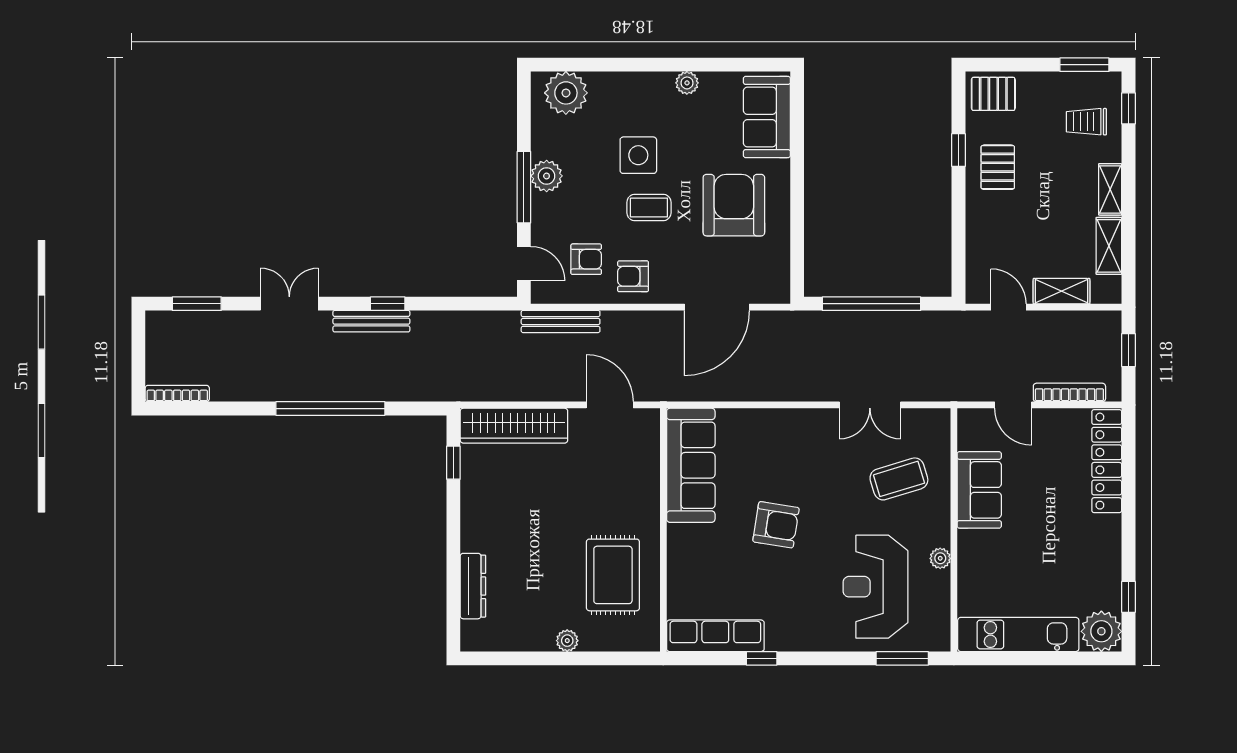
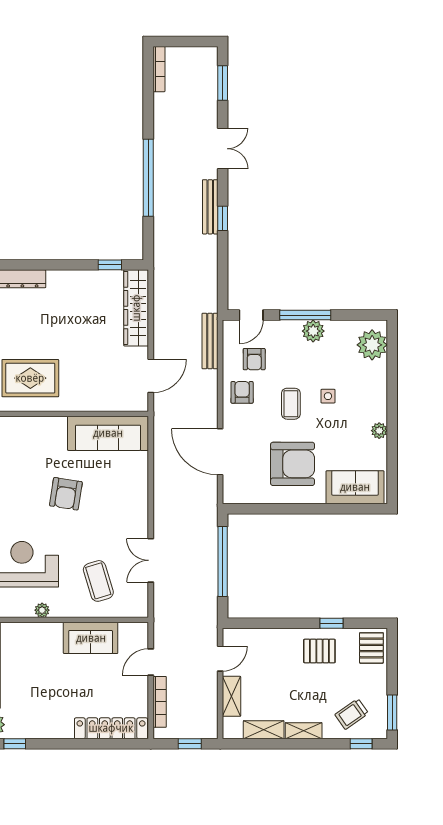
trolley: (1086, 122) -> (352, 714), turned -125
side table: (638, 155) -> (328, 396), width x0.54, depth x0.54

